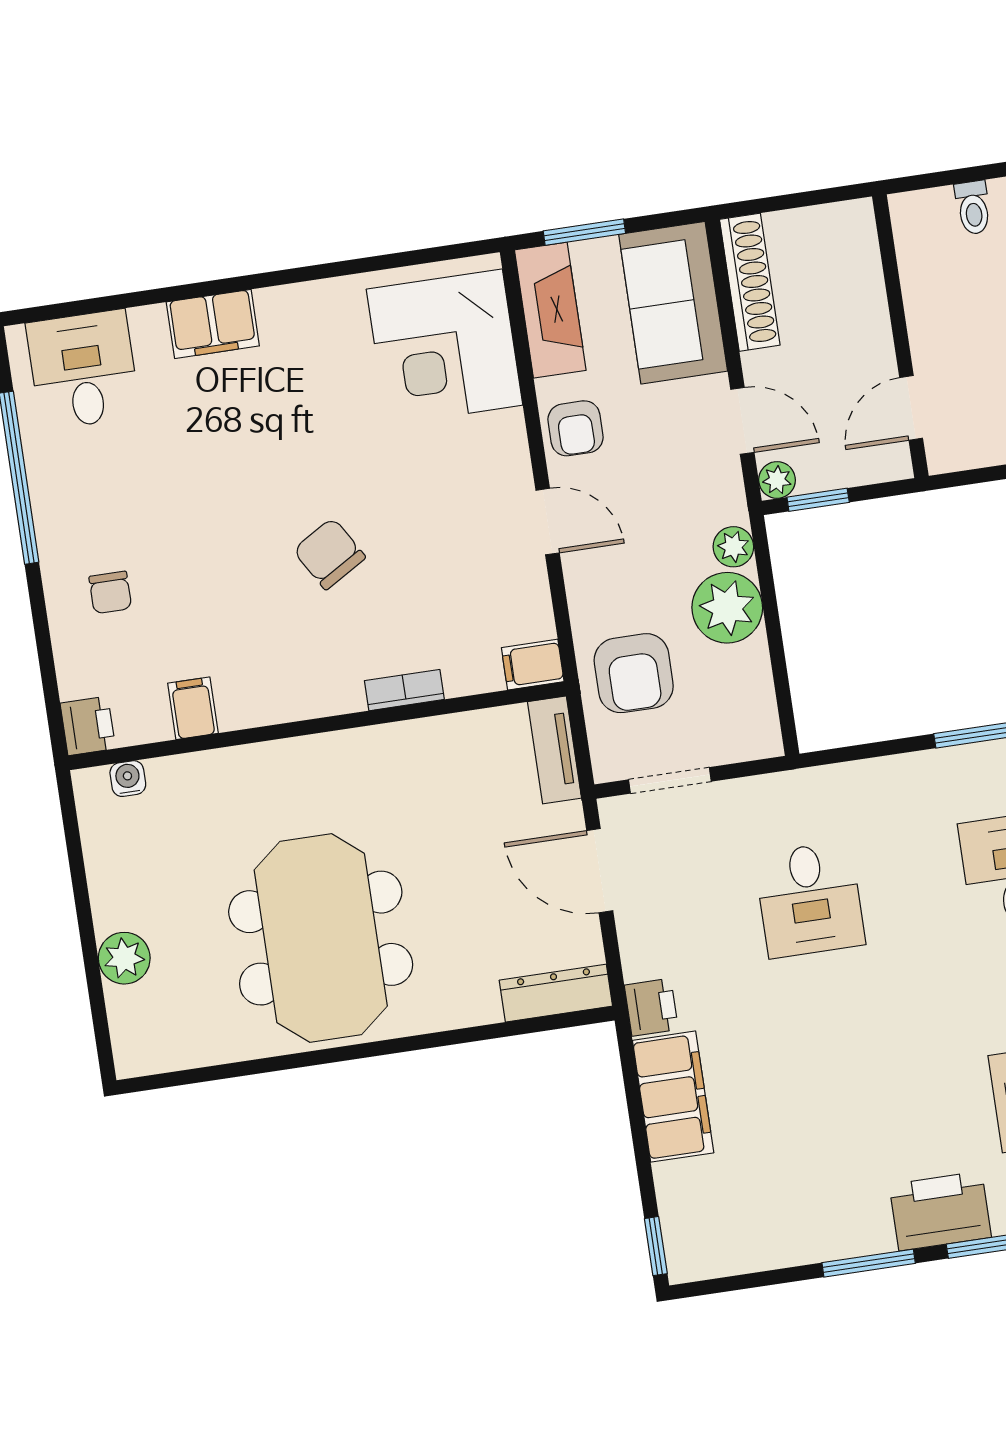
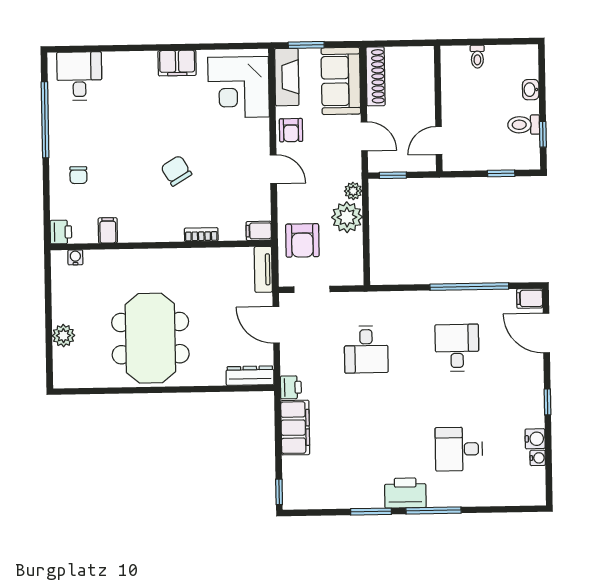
filing cabinet: (213, 324) -> (177, 63), moved
plant: (777, 480) -> (376, 164), removed

